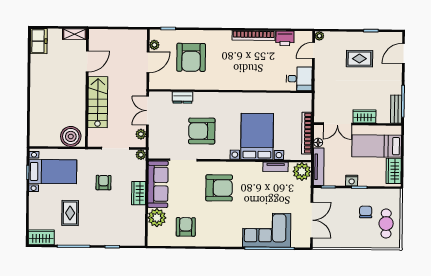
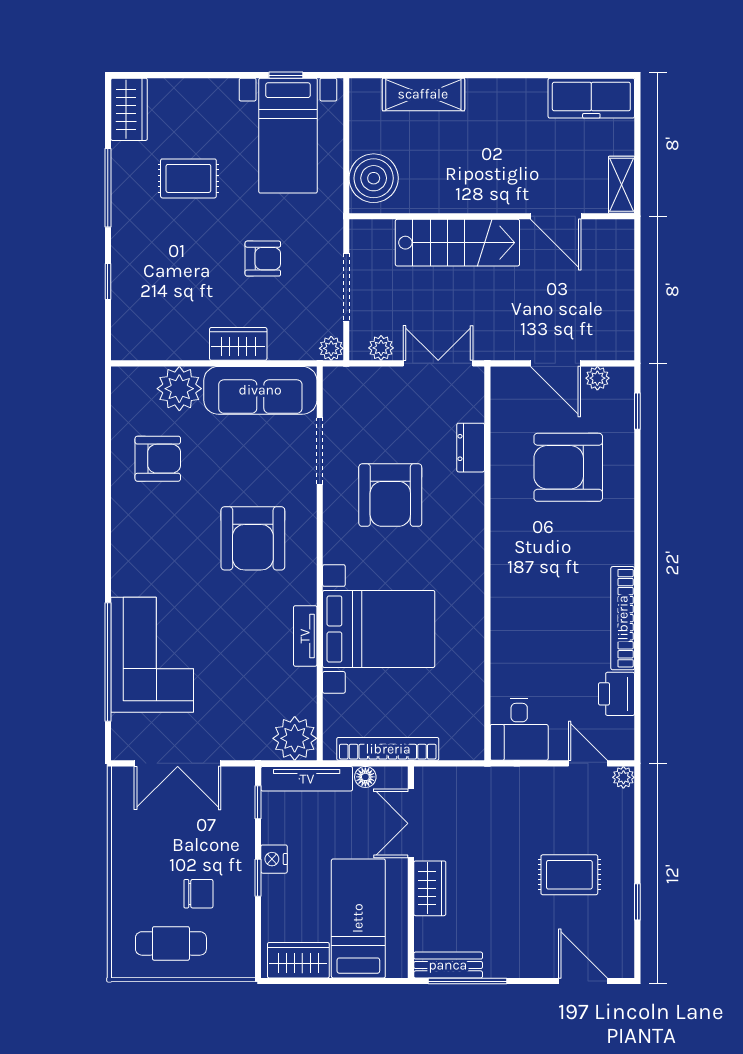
freezer: (39, 41) -> (591, 98), width x1.40
rug: (359, 59) -> (569, 875), turned 90
shelving: (36, 116) -> (423, 94), added
armchair: (202, 131) -> (390, 495), turned 180
tv unit: (276, 167) -> (305, 636), moved

